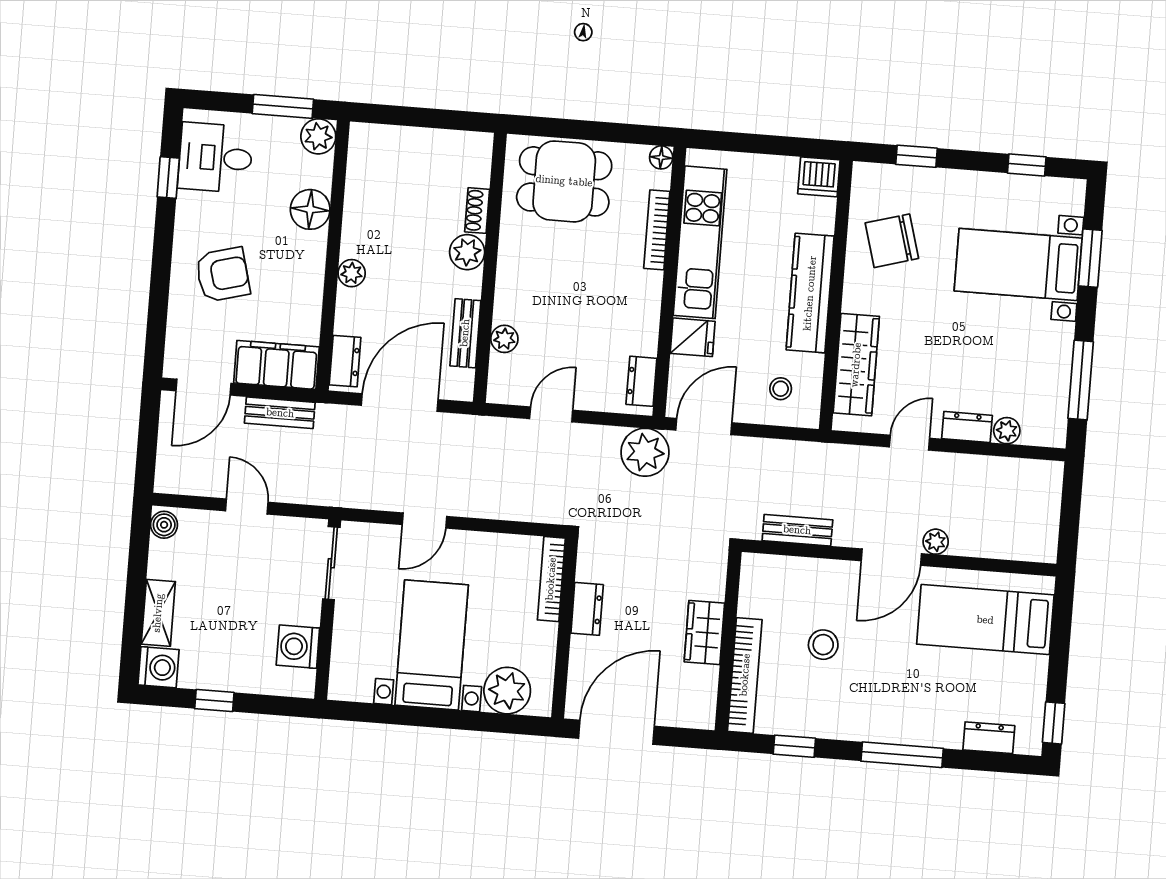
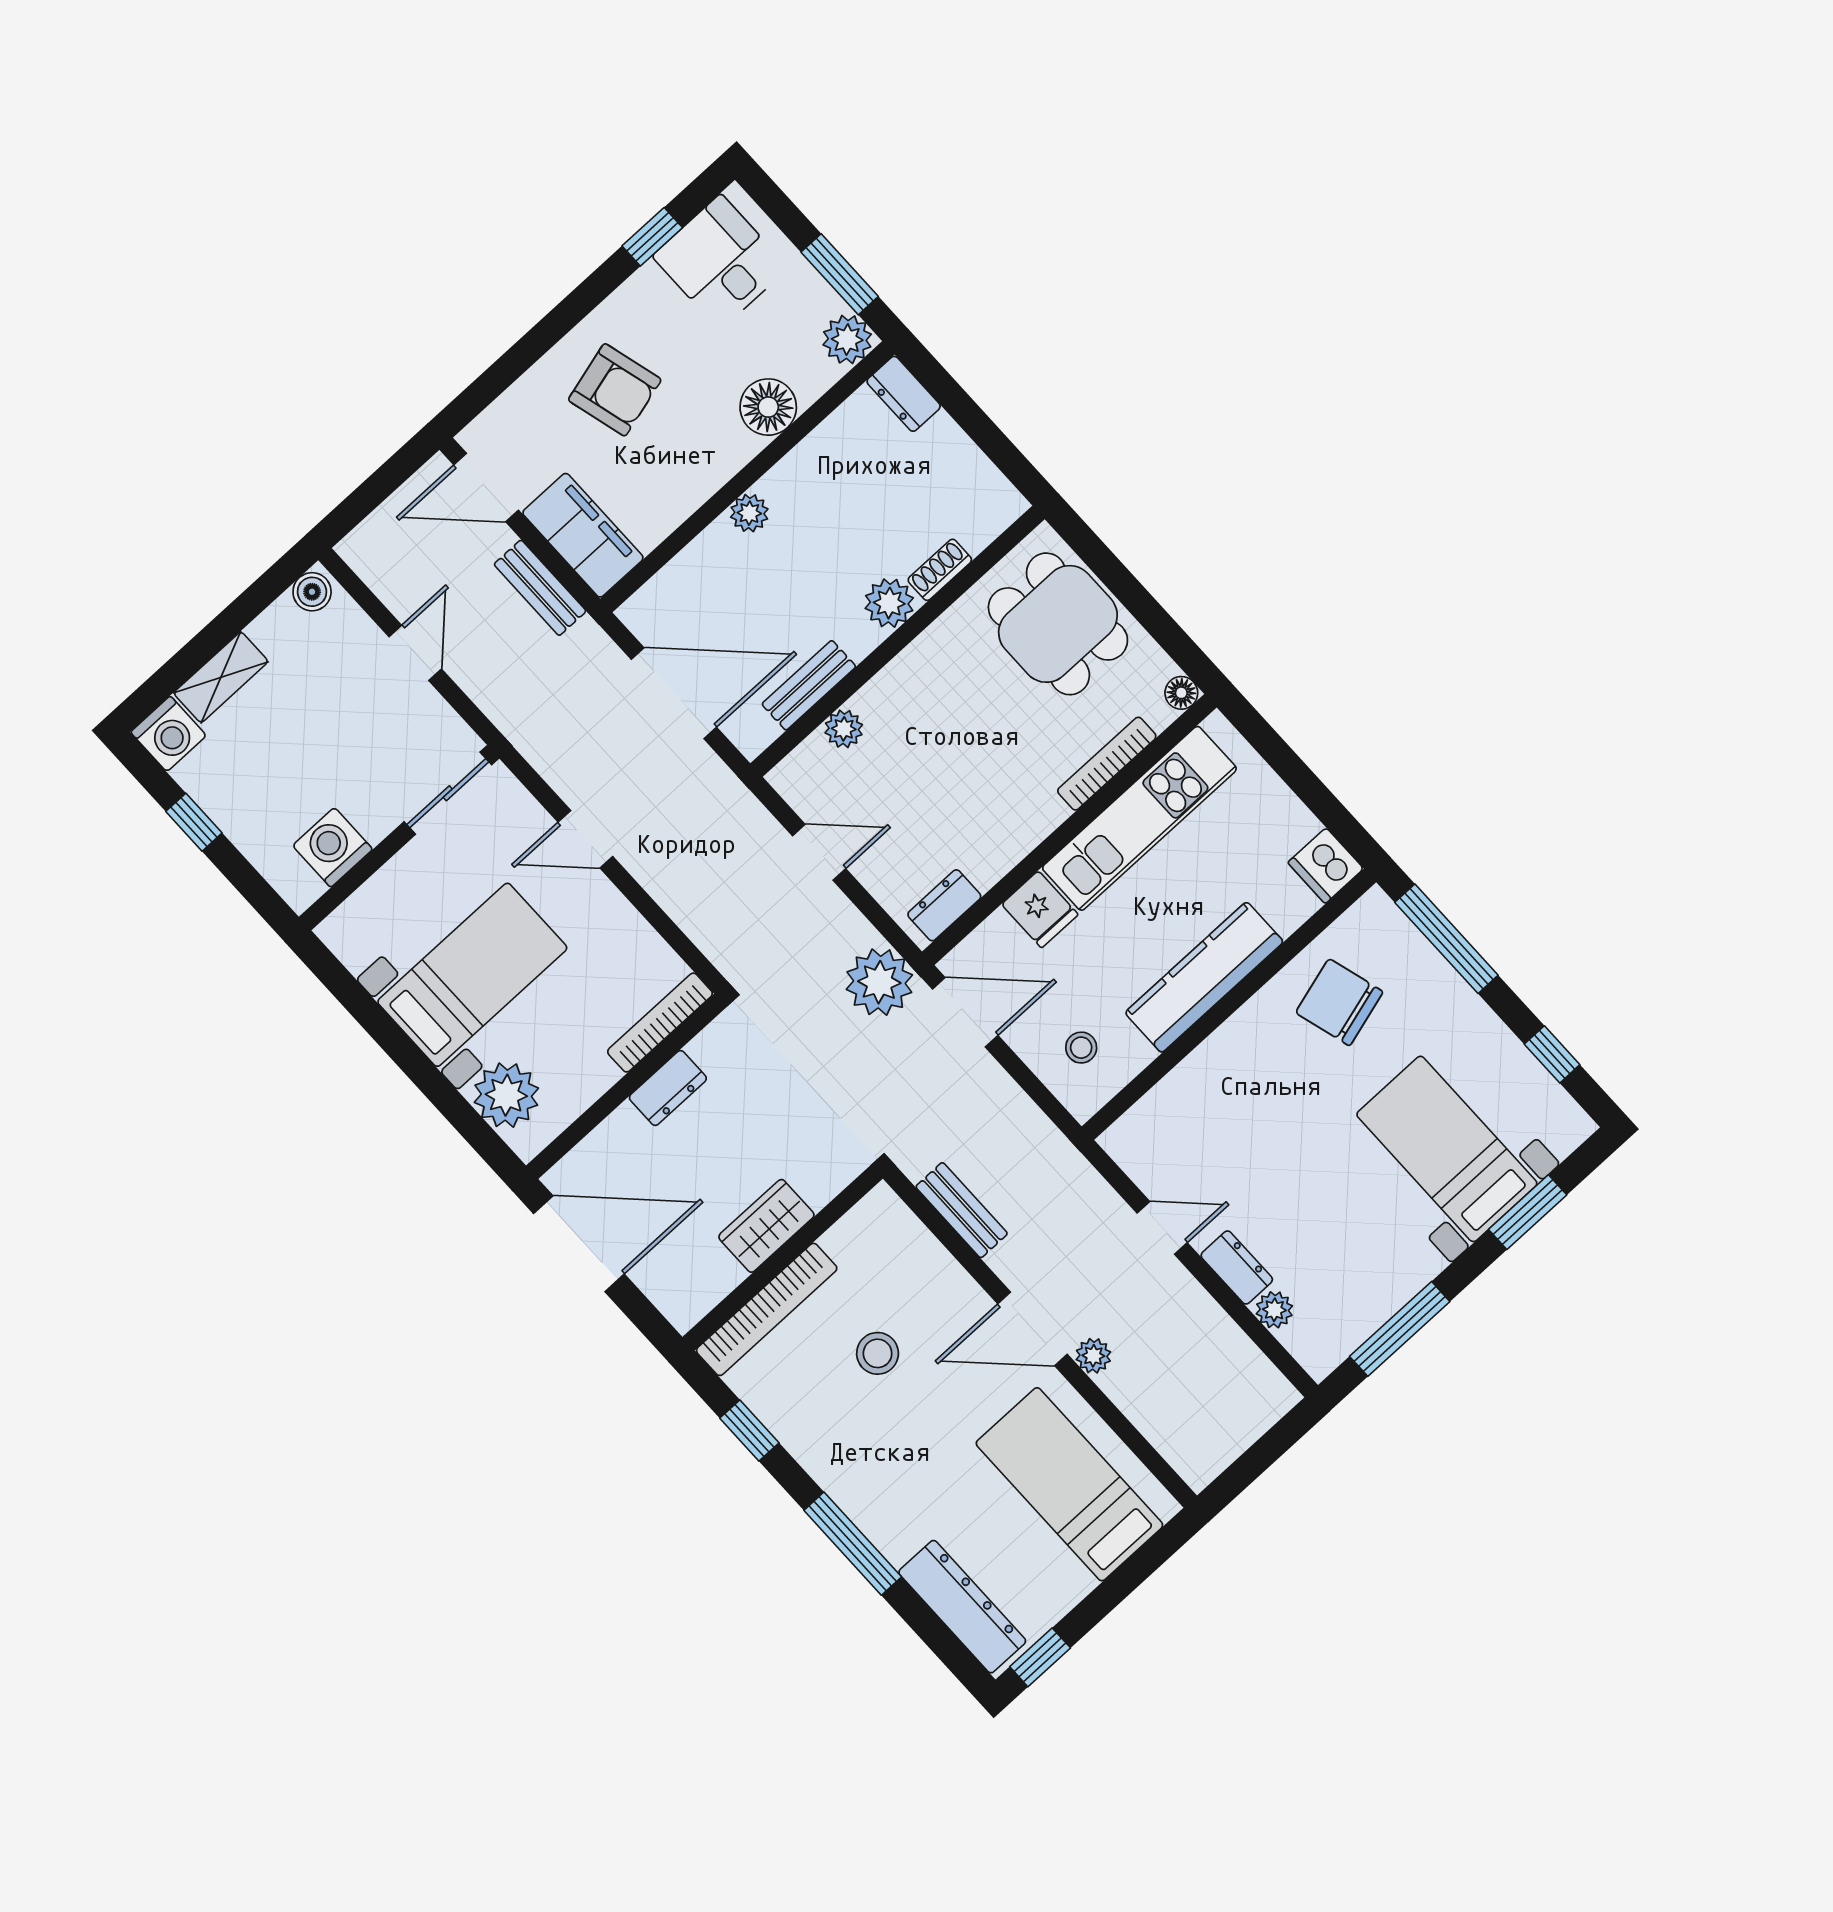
window: (916, 156) -> (1446, 939), width x2.17
dresser: (345, 361) -> (904, 394), moved, turned 90
wardrobe: (856, 365) -> (1183, 1096), removed
dresser: (989, 738) -> (962, 1607), width x1.96, depth x1.24

